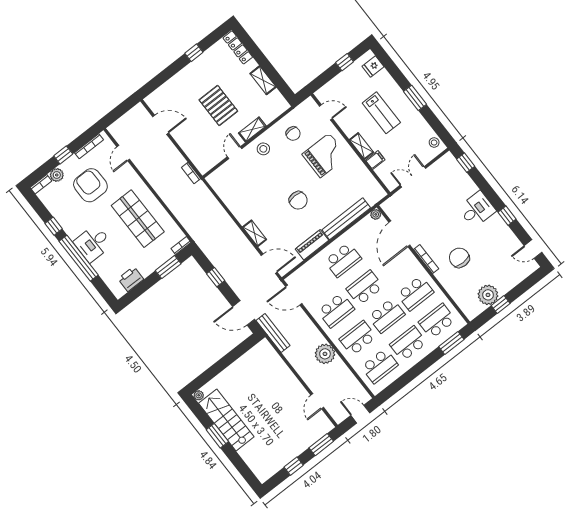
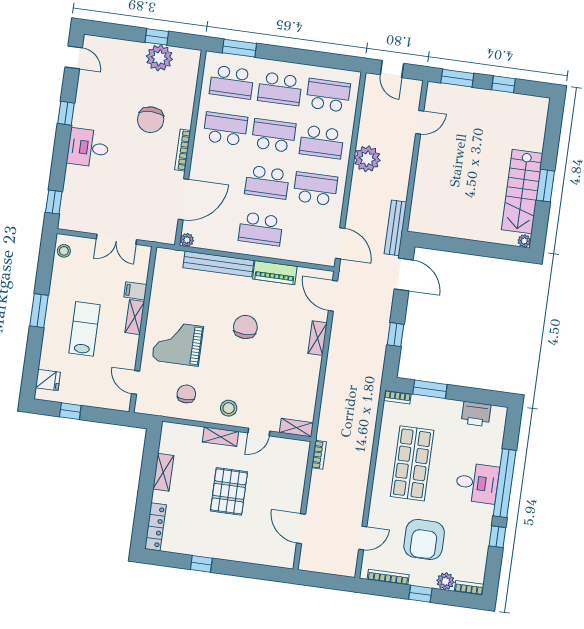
shelving: (217, 175) -> (296, 428), added
school desk: (343, 260) -> (261, 229), turned 180

